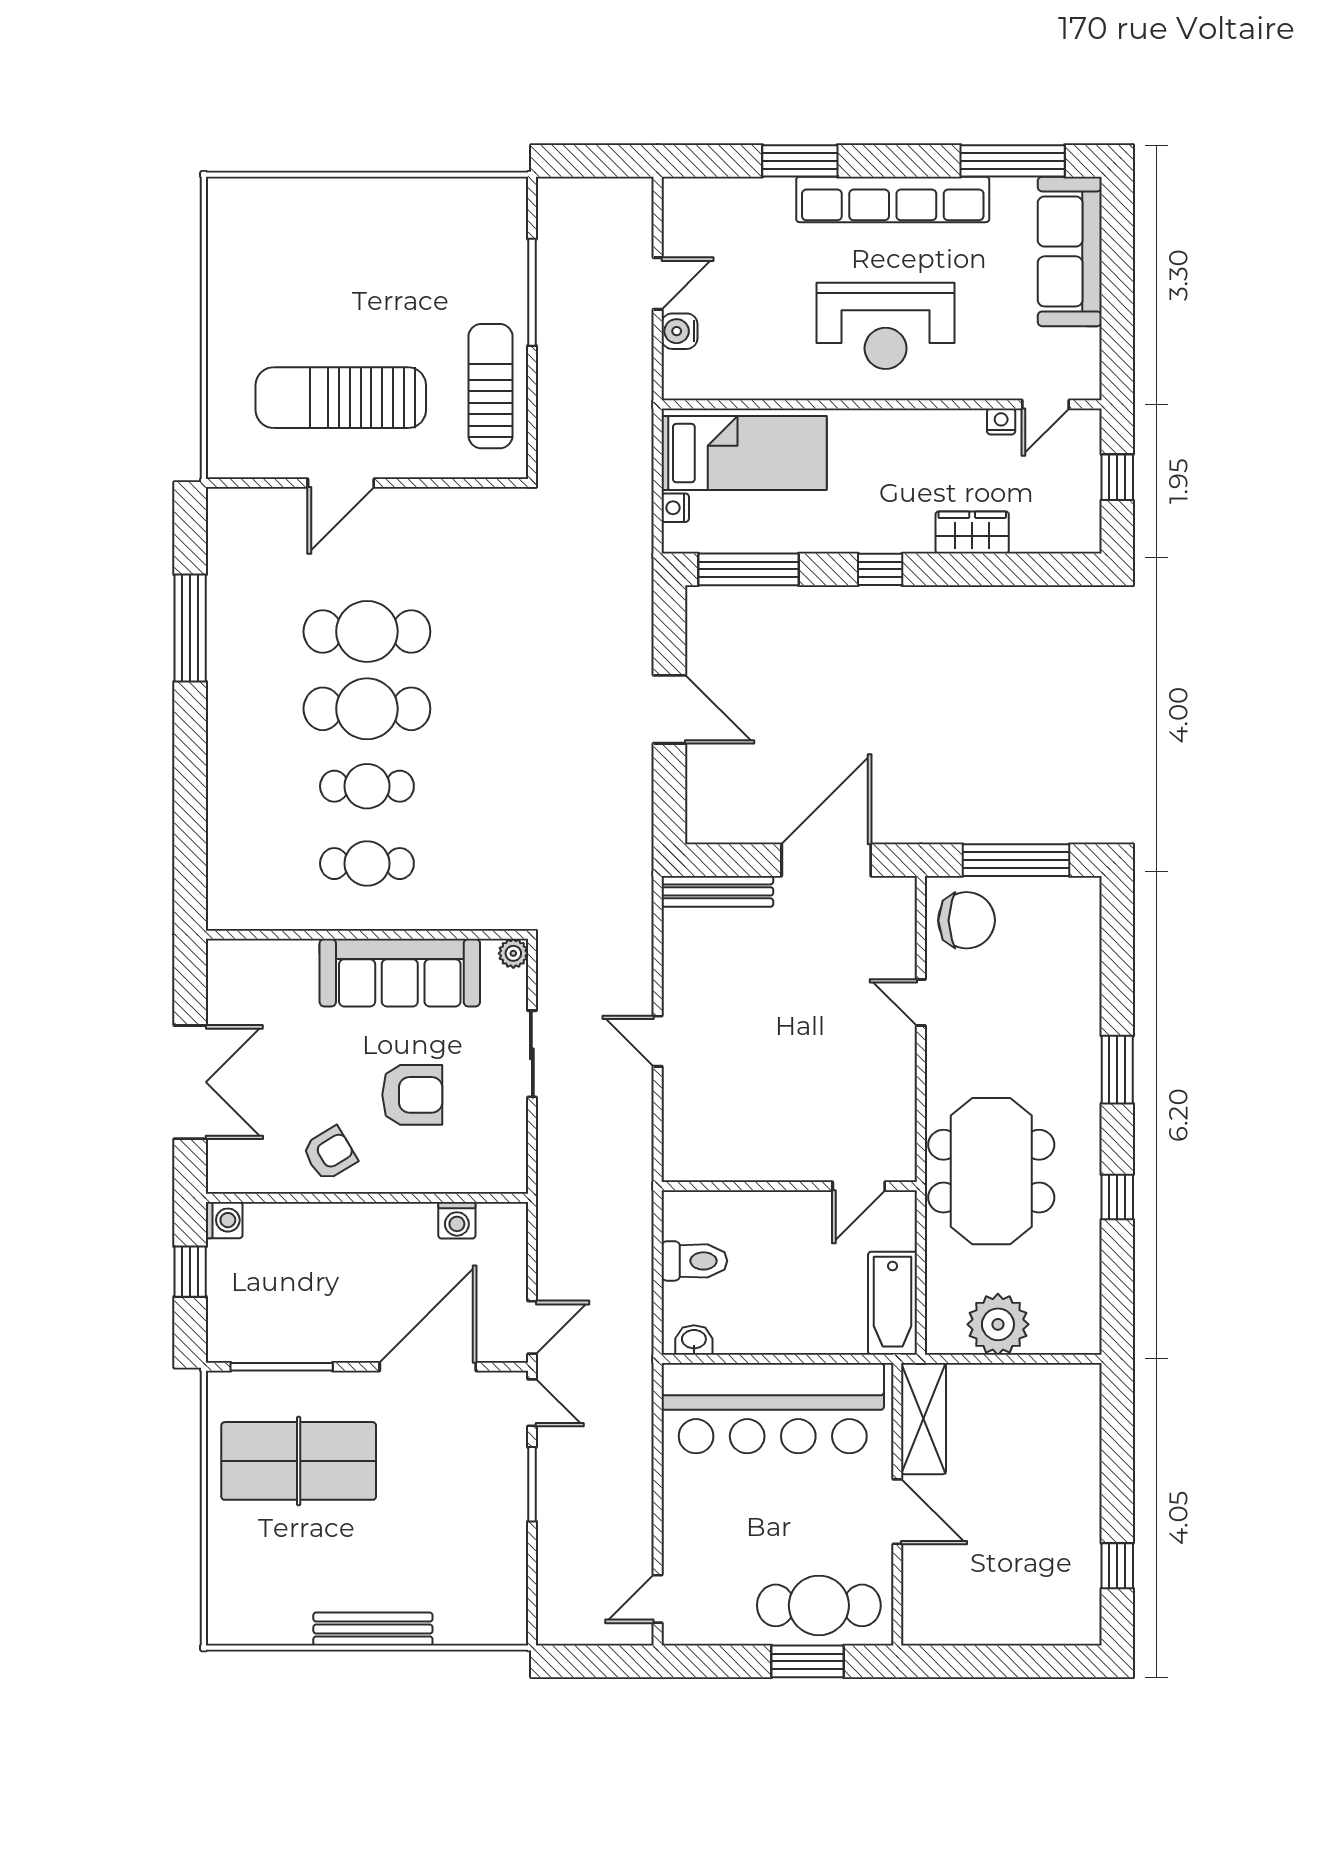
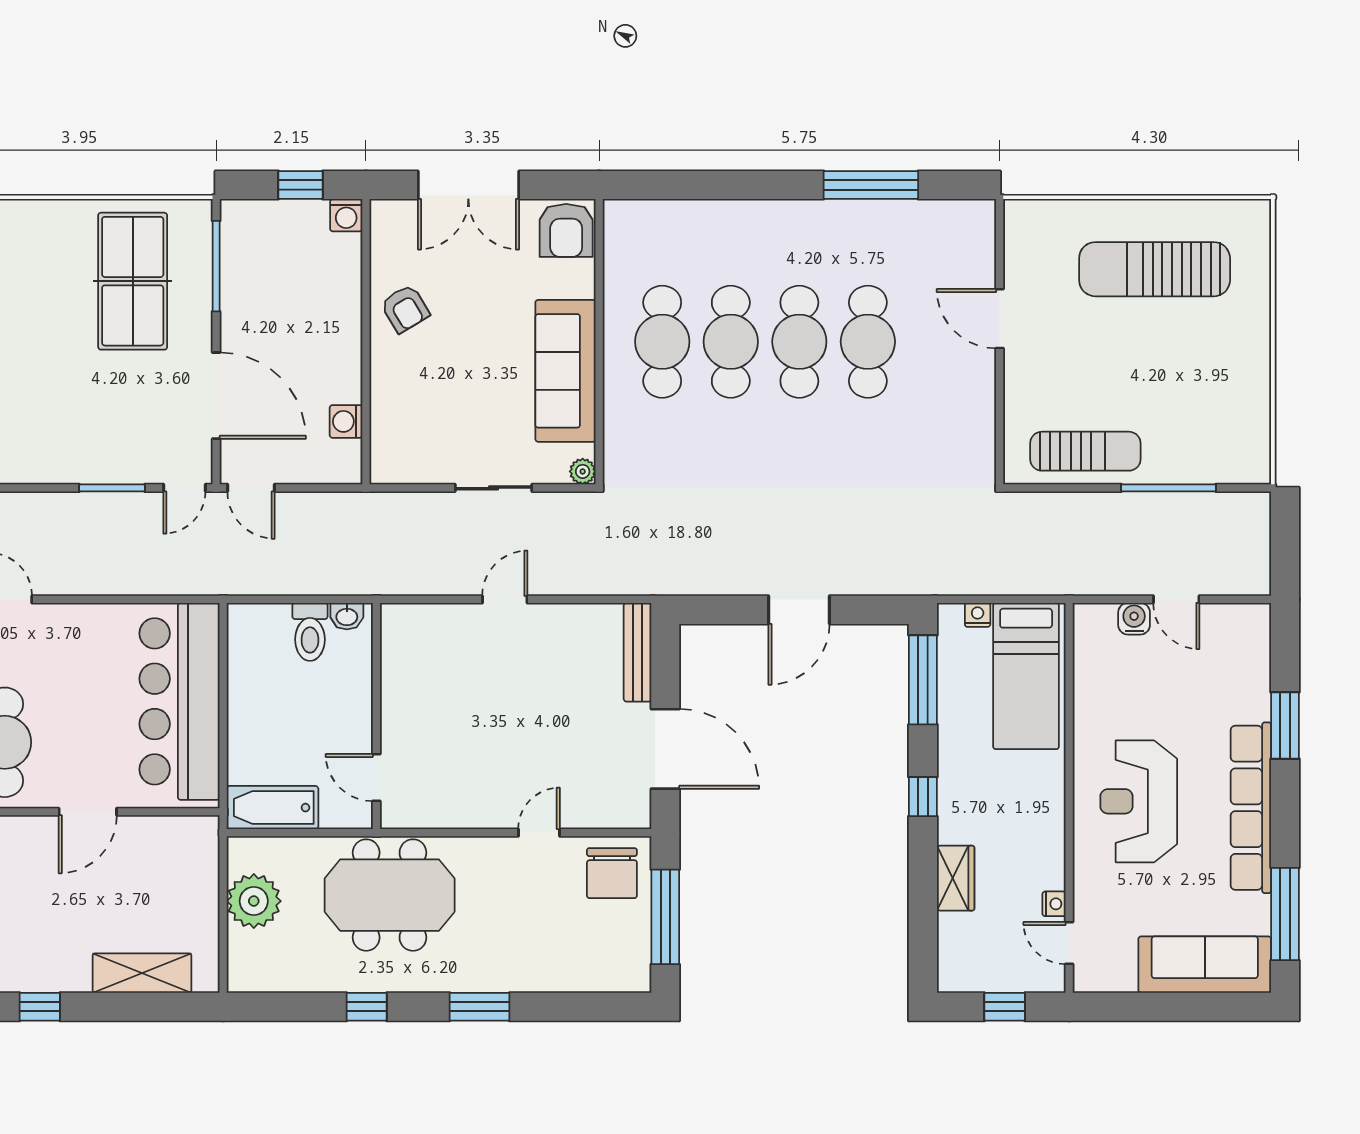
sun lounger: (341, 398) -> (1155, 269), moved, turned -90
cafe table: (367, 786) -> (731, 342), width x1.37, depth x1.35
cafe table: (367, 864) -> (662, 342), width x1.37, depth x1.35
armchair: (412, 1095) -> (566, 230), moved
washbasin: (694, 1340) -> (347, 616), moved, turned 90
shelving: (924, 1419) -> (142, 973), moved

